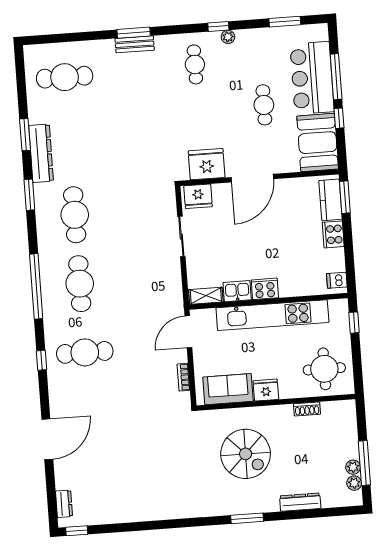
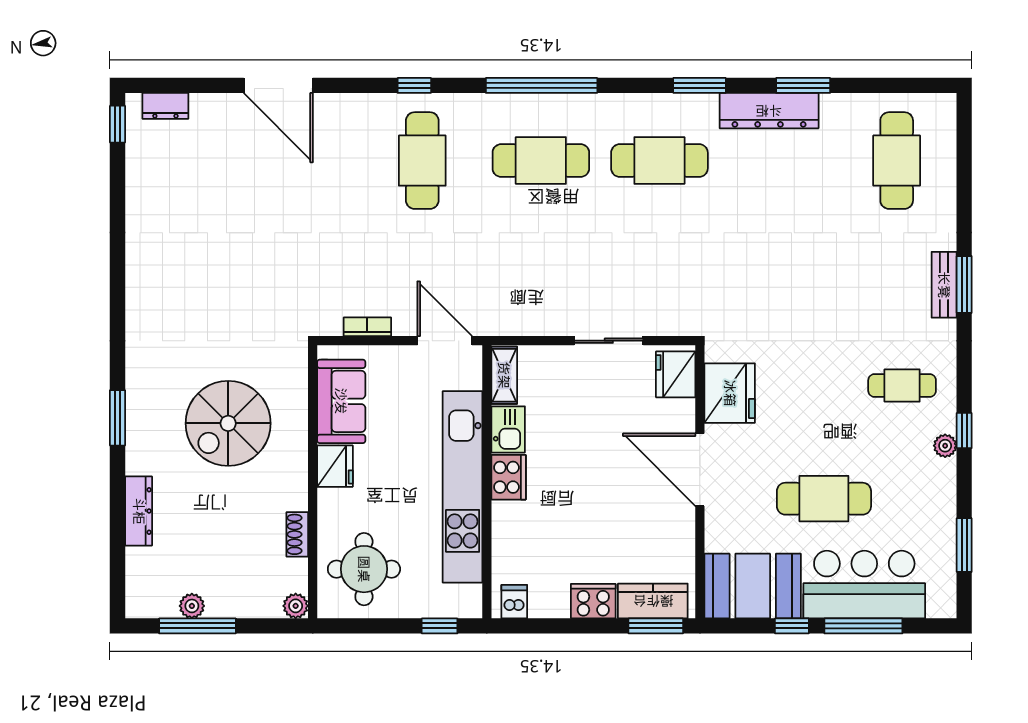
cafe table: (264, 105) -> (824, 499), width x1.37, depth x1.35
plant: (354, 483) -> (296, 606), moved

